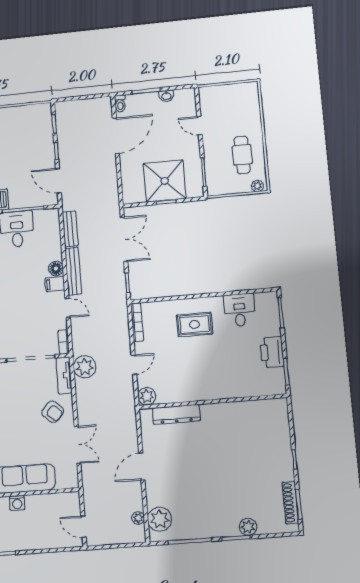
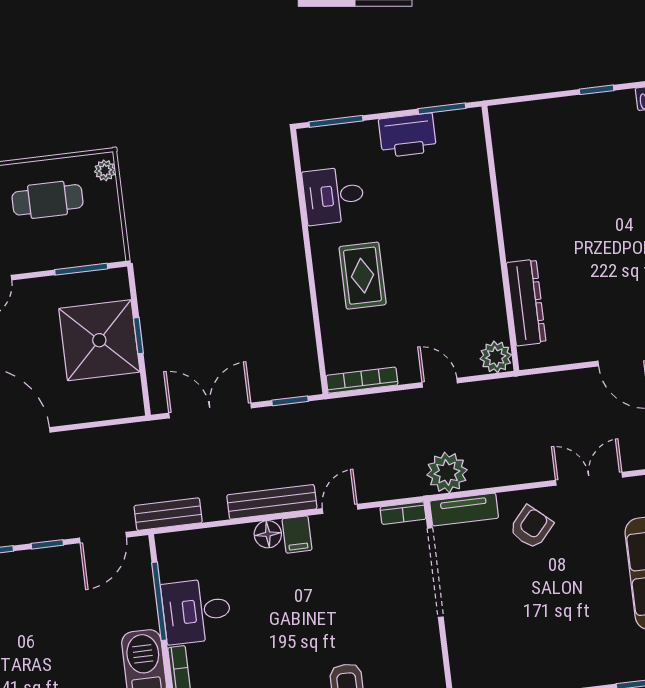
bench: (70, 229) -> (168, 514), moved

